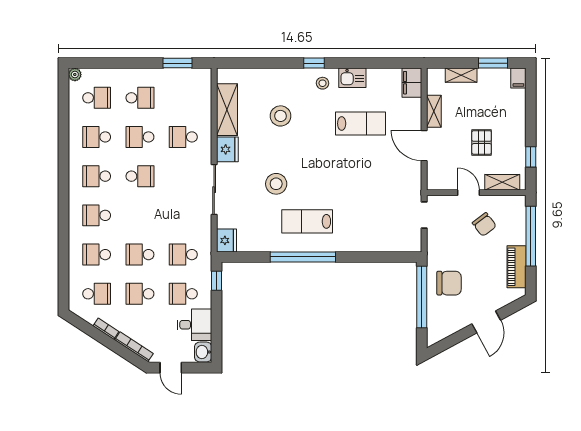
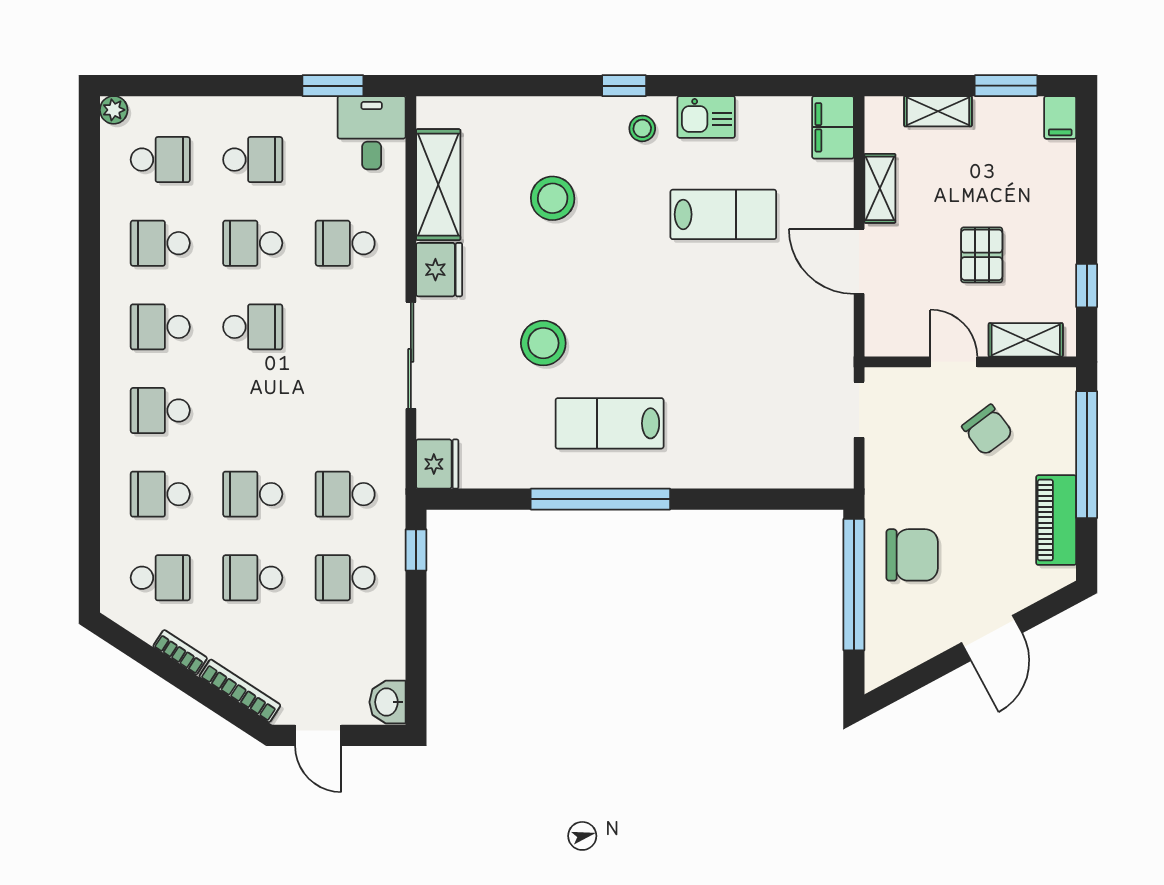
desk: (194, 325) -> (372, 133), moved, turned -90

